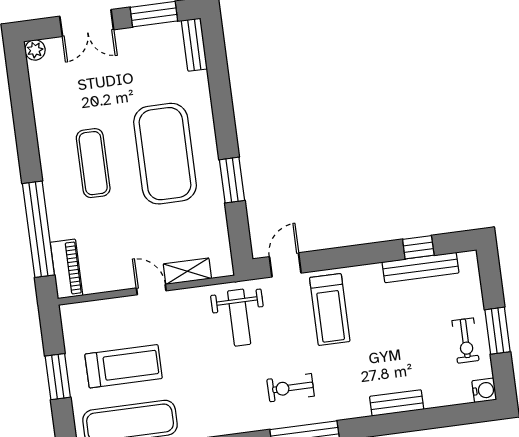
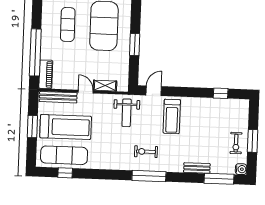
bench: (421, 268) -> (58, 97), moved
treadmill: (124, 366) -> (66, 127), width x1.37, depth x1.38
window: (444, 417) -> (219, 179), added

